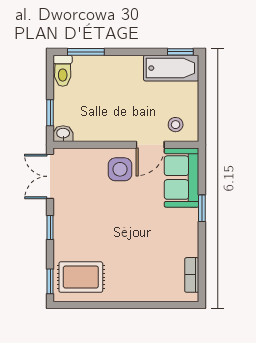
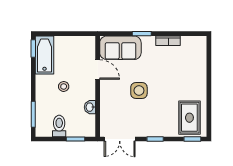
toilet: (63, 71) -> (59, 126), moved, turned -90
stool: (176, 125) -> (64, 86), moved
washbasin: (63, 134) -> (90, 107), moved
side table: (120, 169) -> (139, 91), moved
bookcase: (192, 275) -> (168, 41), moved

